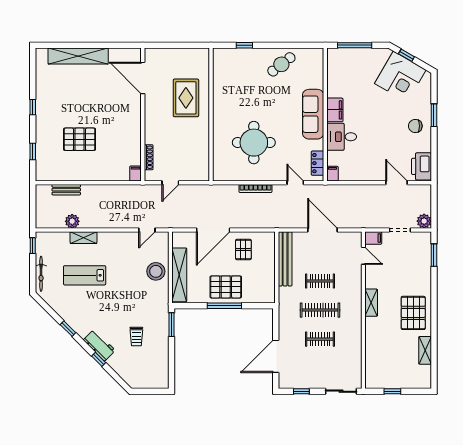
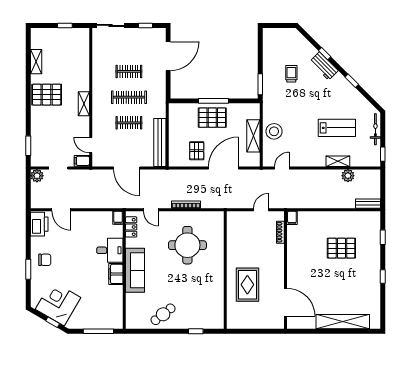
bench: (66, 190) -> (368, 204), moved
shelving: (179, 275) -> (253, 136), width x0.68
pallet: (413, 313) -> (47, 95), turned 90

